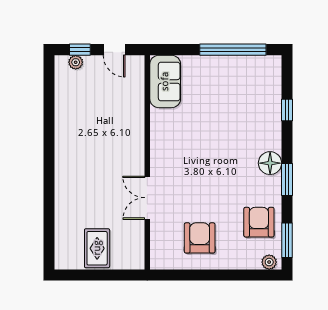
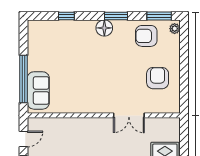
window: (233, 50) -> (24, 79), moved
sofa: (165, 81) -> (38, 90), moved, turned 90
armchair: (200, 238) -> (158, 78), turned 90

